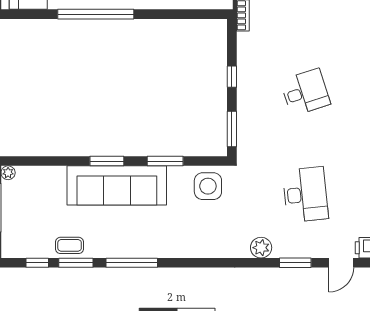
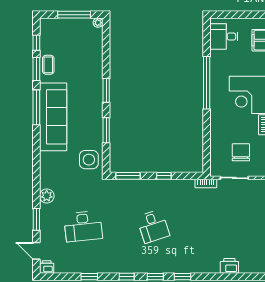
sofa: (117, 185) -> (53, 117), moved, turned 180

